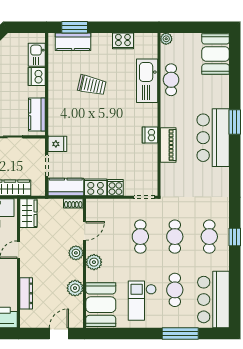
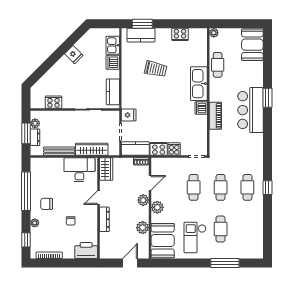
kitchen sink: (147, 81) -> (199, 84), moved
dresser: (26, 293) -> (104, 219), moved
bar counter: (213, 300) -> (251, 237), removed

